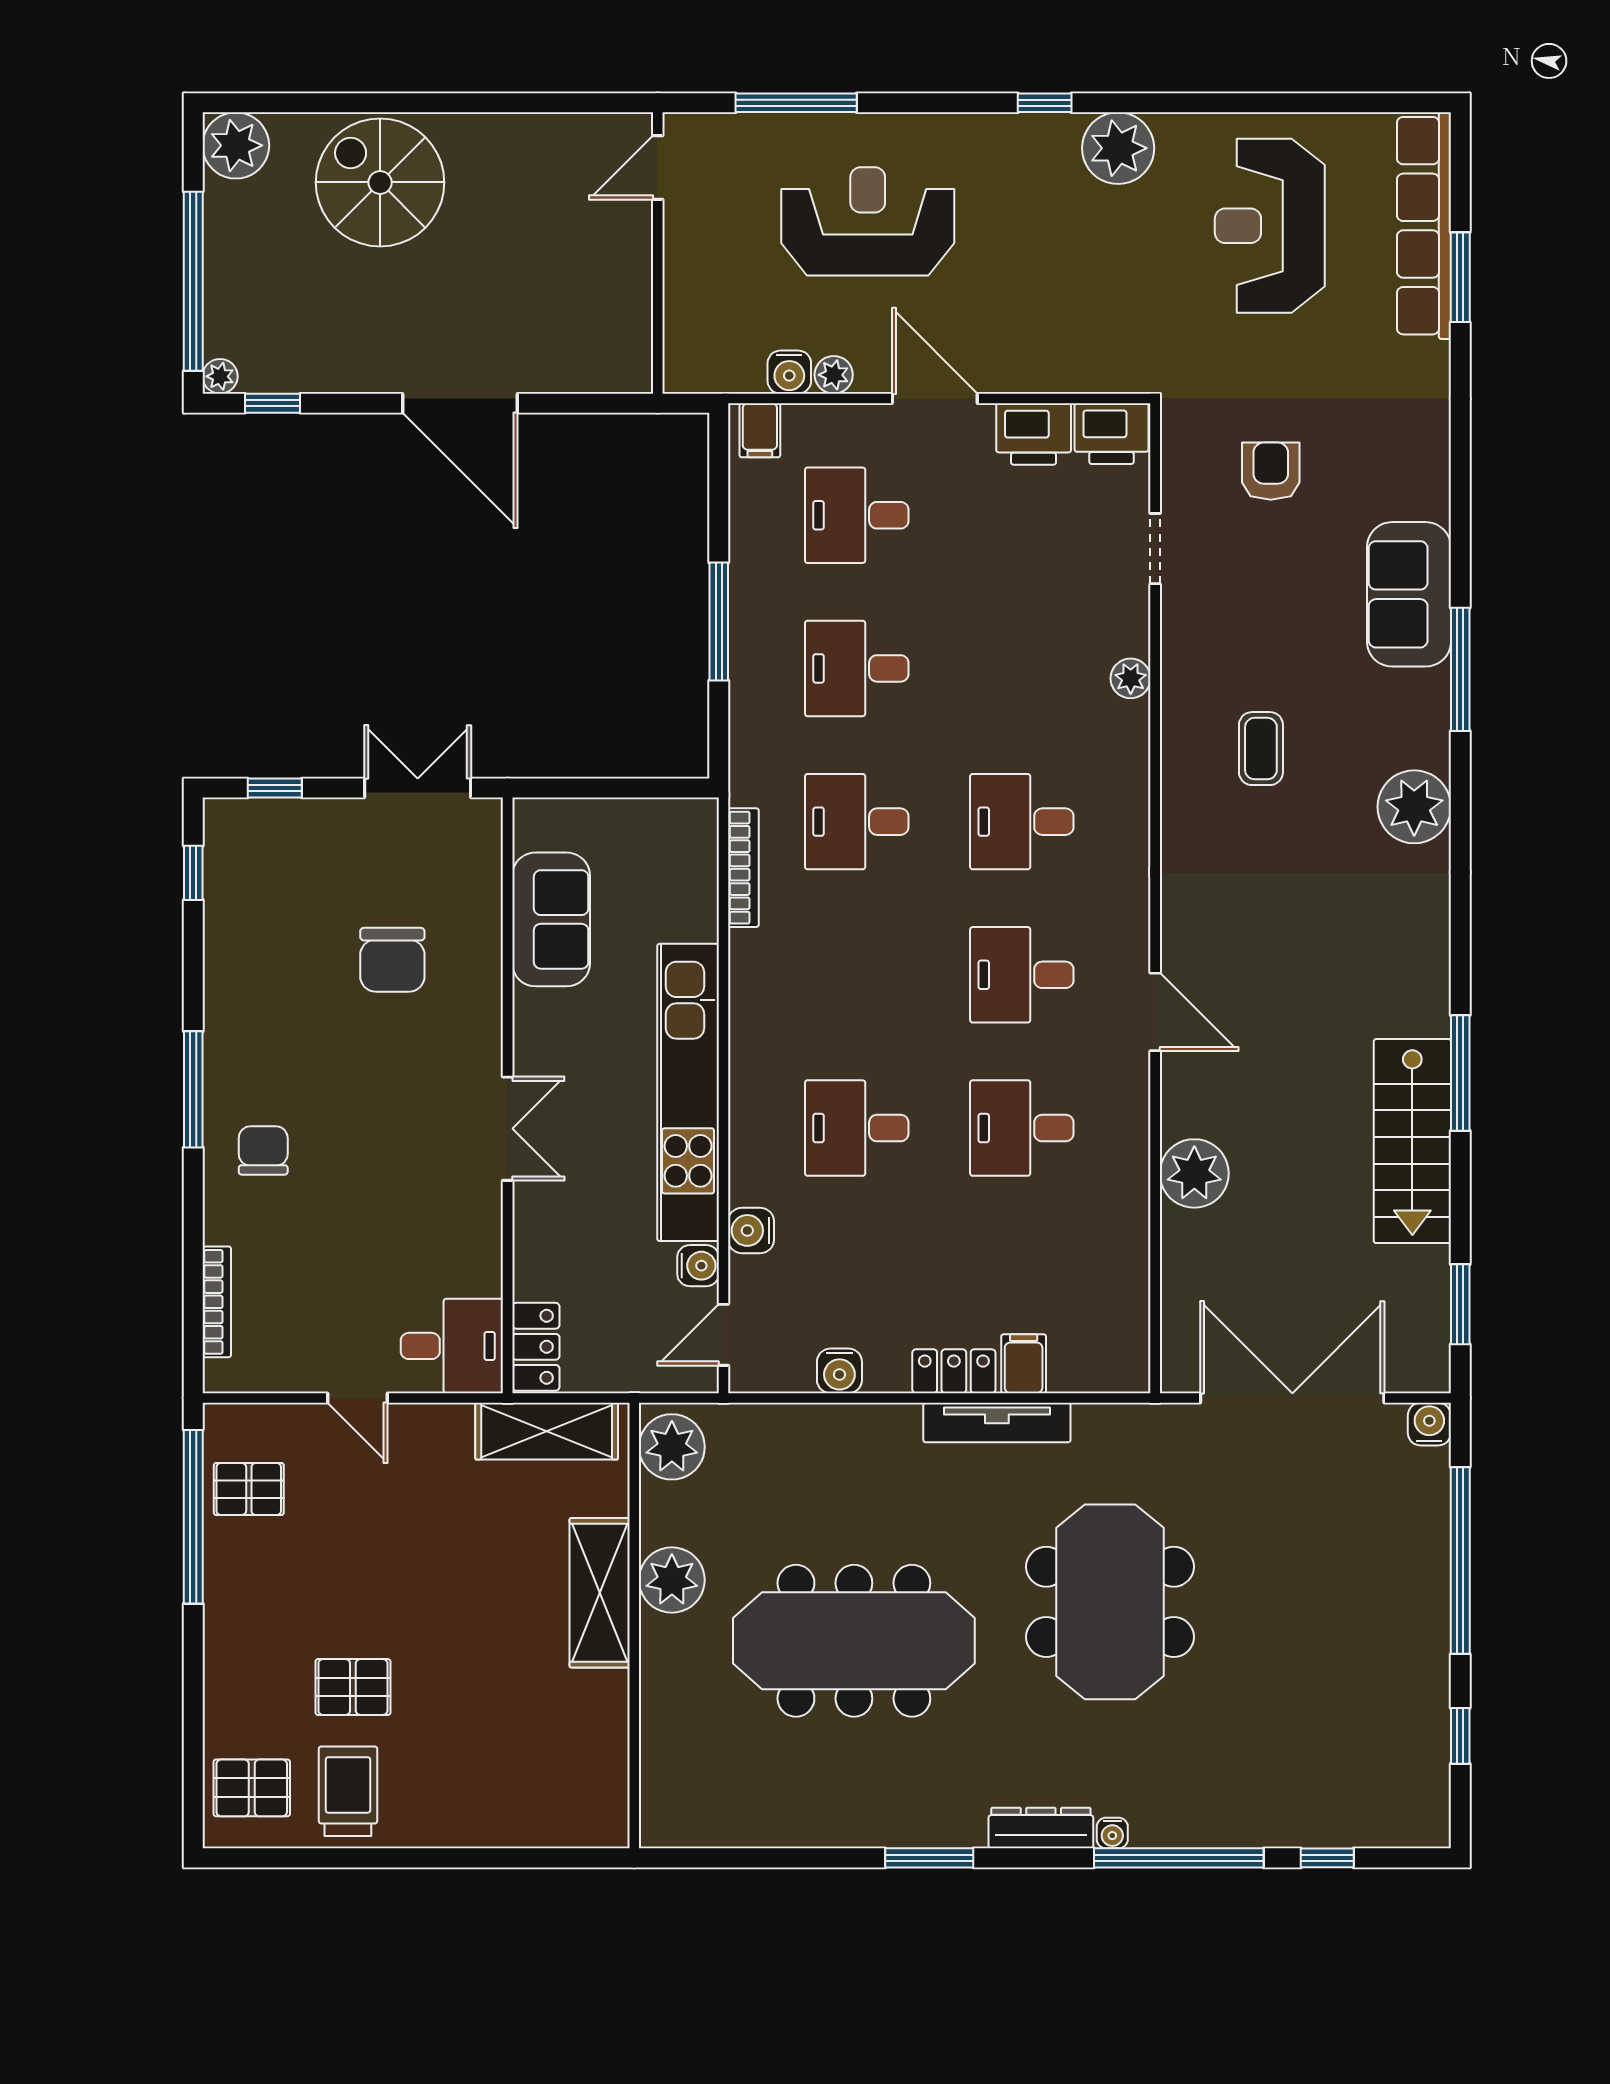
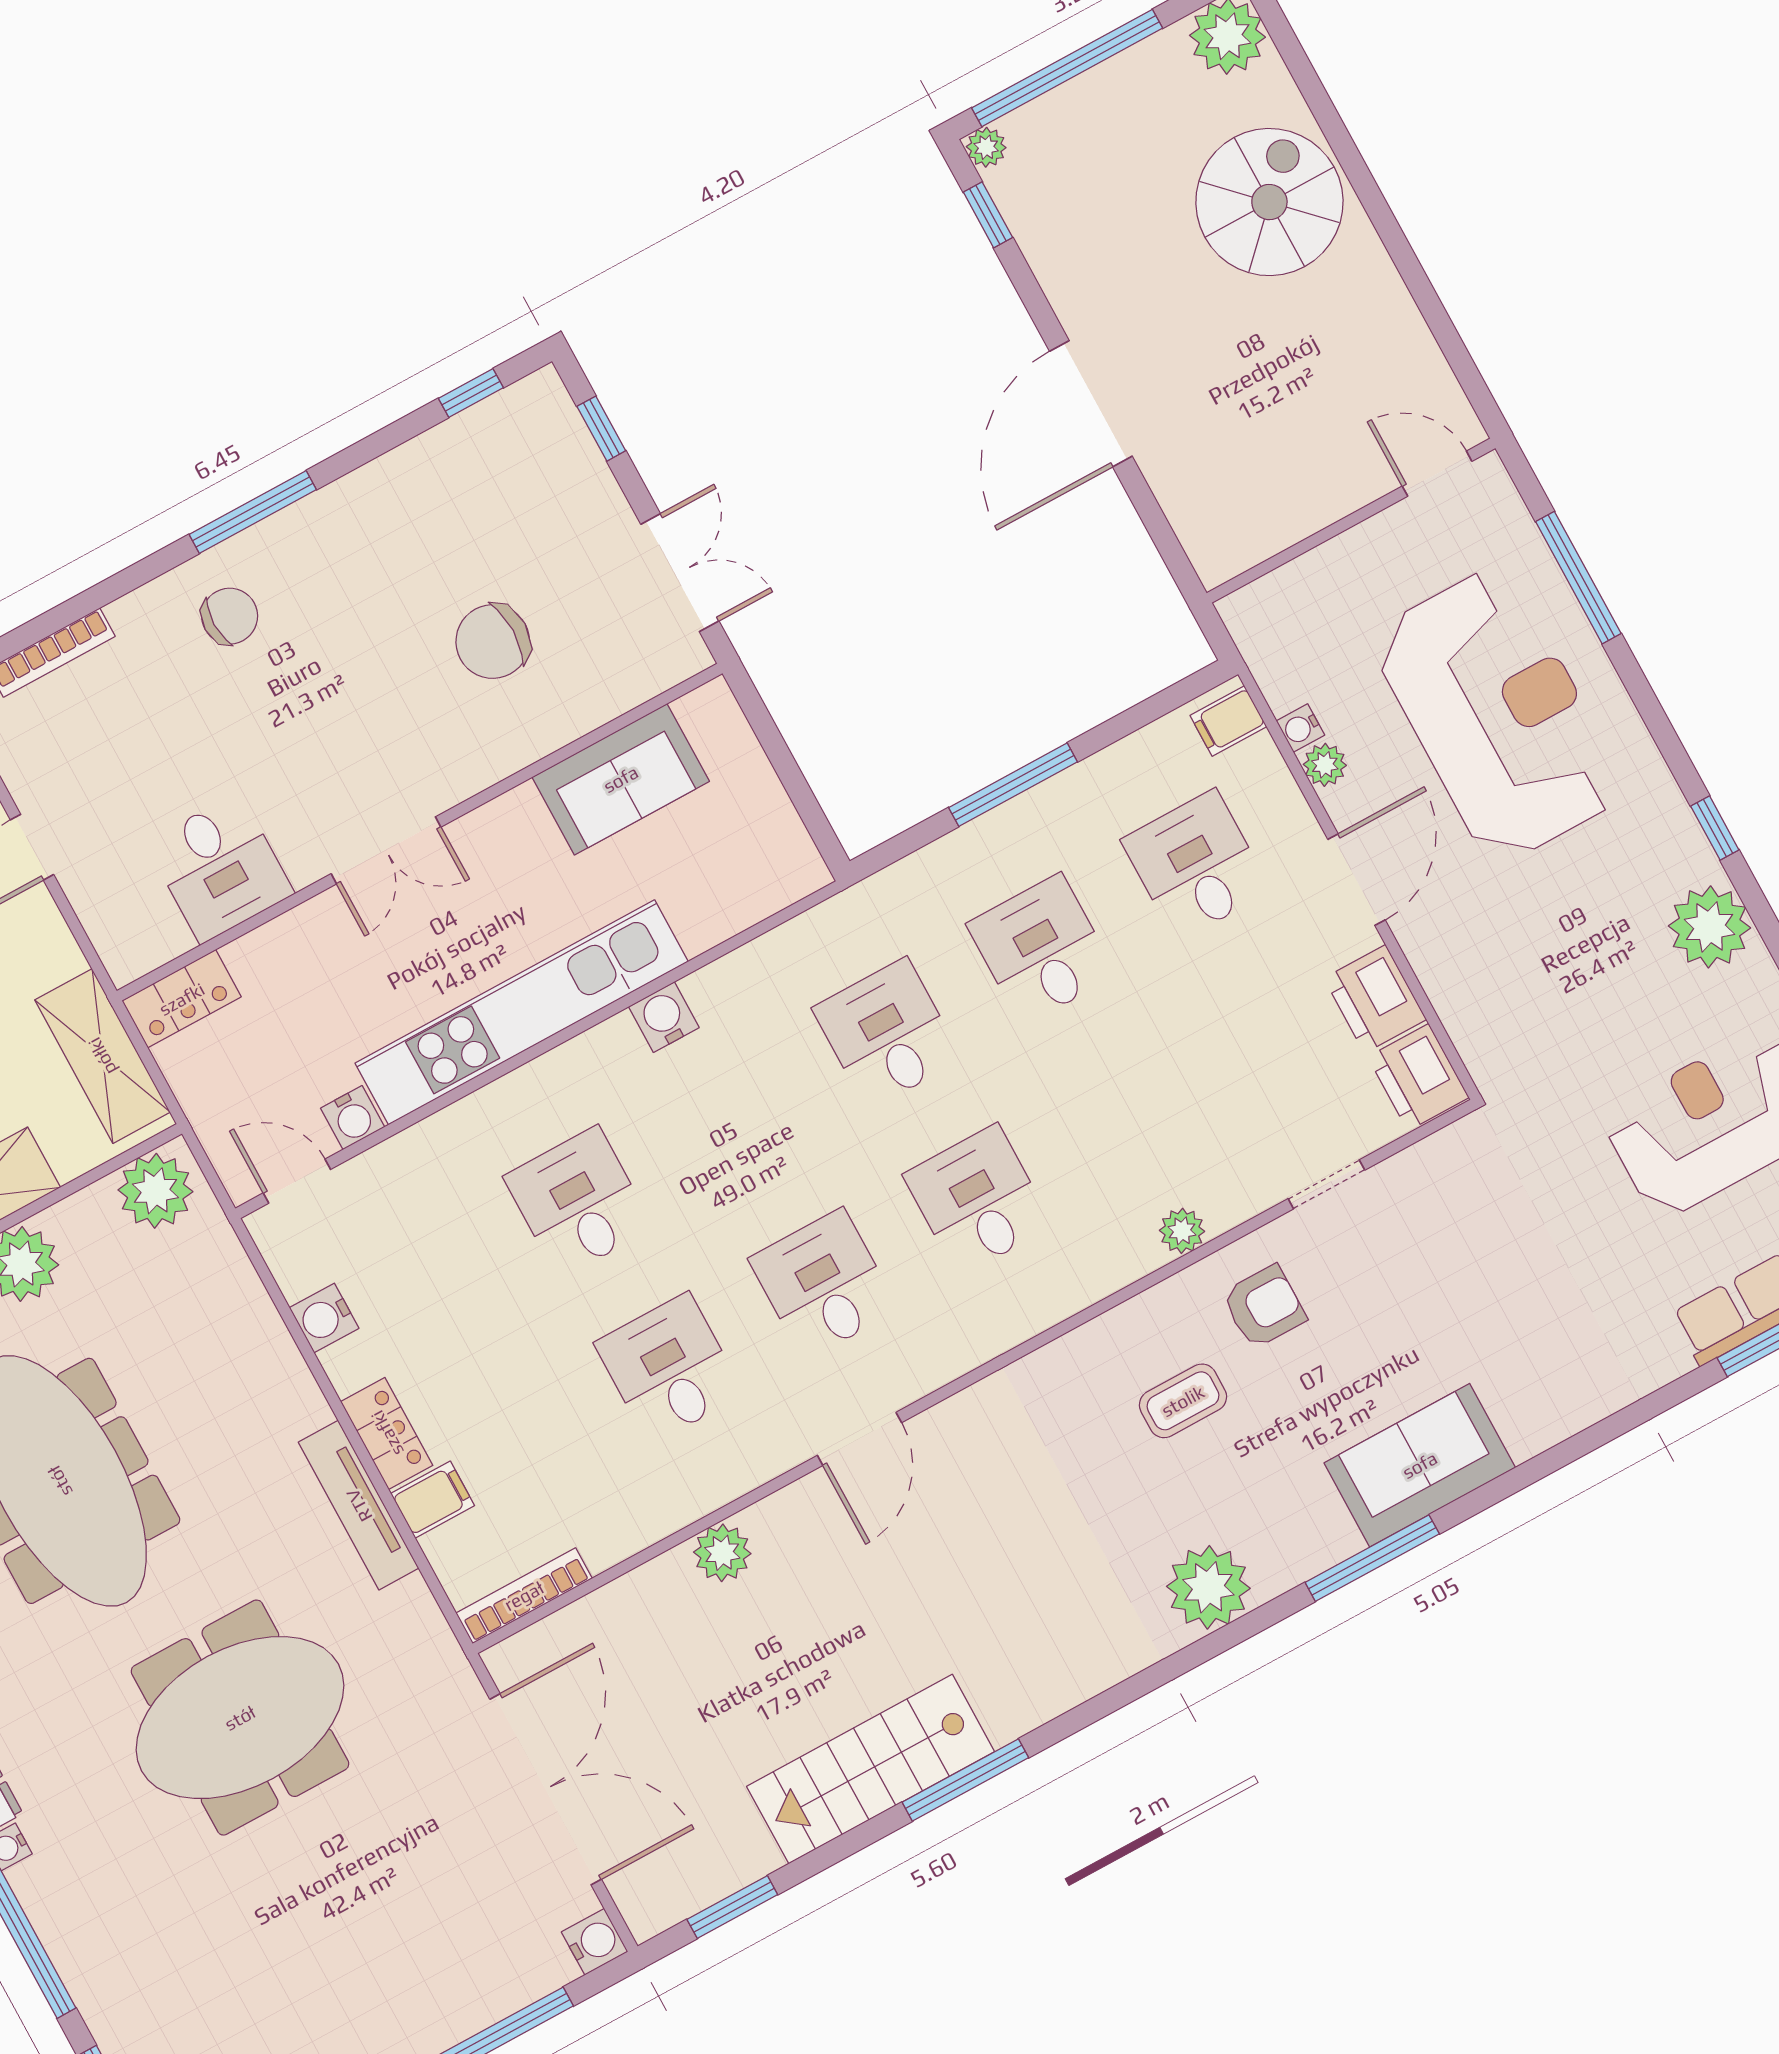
reception desk: (868, 221) -> (1498, 715), width x1.36, depth x1.30
water cooler: (789, 372) -> (1300, 728), width x0.72, depth x0.72
armchair: (1271, 471) -> (1264, 1307), moved
bookcase: (743, 868) -> (524, 1596), moved, turned 180
plant: (1194, 1173) -> (722, 1553), width x0.73, depth x0.73
water cooler: (751, 1230) -> (664, 1017), moved
desk: (452, 1346) -> (220, 868), moved

